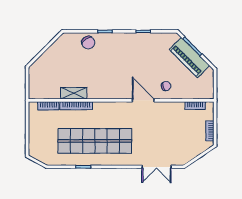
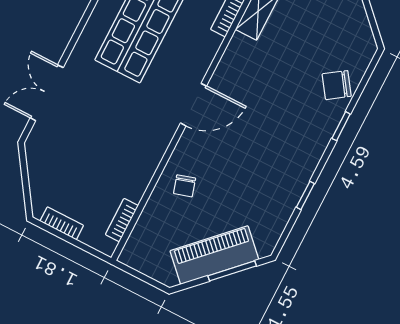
door: (143, 100) -> (194, 105), moved

